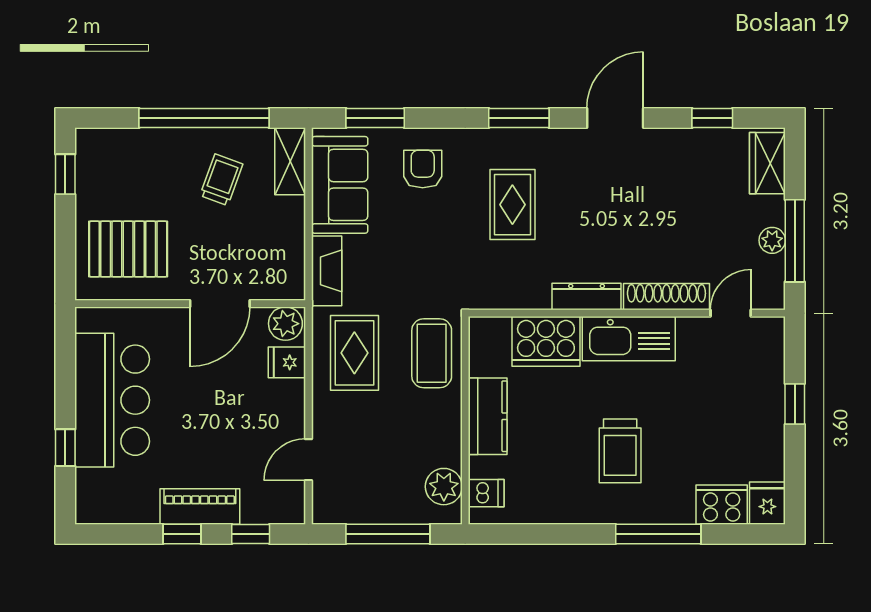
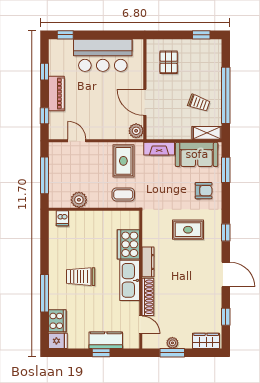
window: (519, 118) -> (226, 233), width x0.67
window: (795, 241) -> (172, 353), width x0.69
pallet: (128, 249) -> (169, 62), width x0.67, depth x0.71
rug: (354, 353) -> (123, 161), turned 90
coffee table: (432, 353) -> (123, 194), width x0.73, depth x0.77
fridge: (287, 362) -> (119, 131), removed
kitchen counter: (488, 416) -> (106, 340), moved, turned 180
window: (65, 448) -> (65, 35), moved
plant: (444, 487) -> (79, 200), moved
window: (182, 534) -> (45, 72), moved

